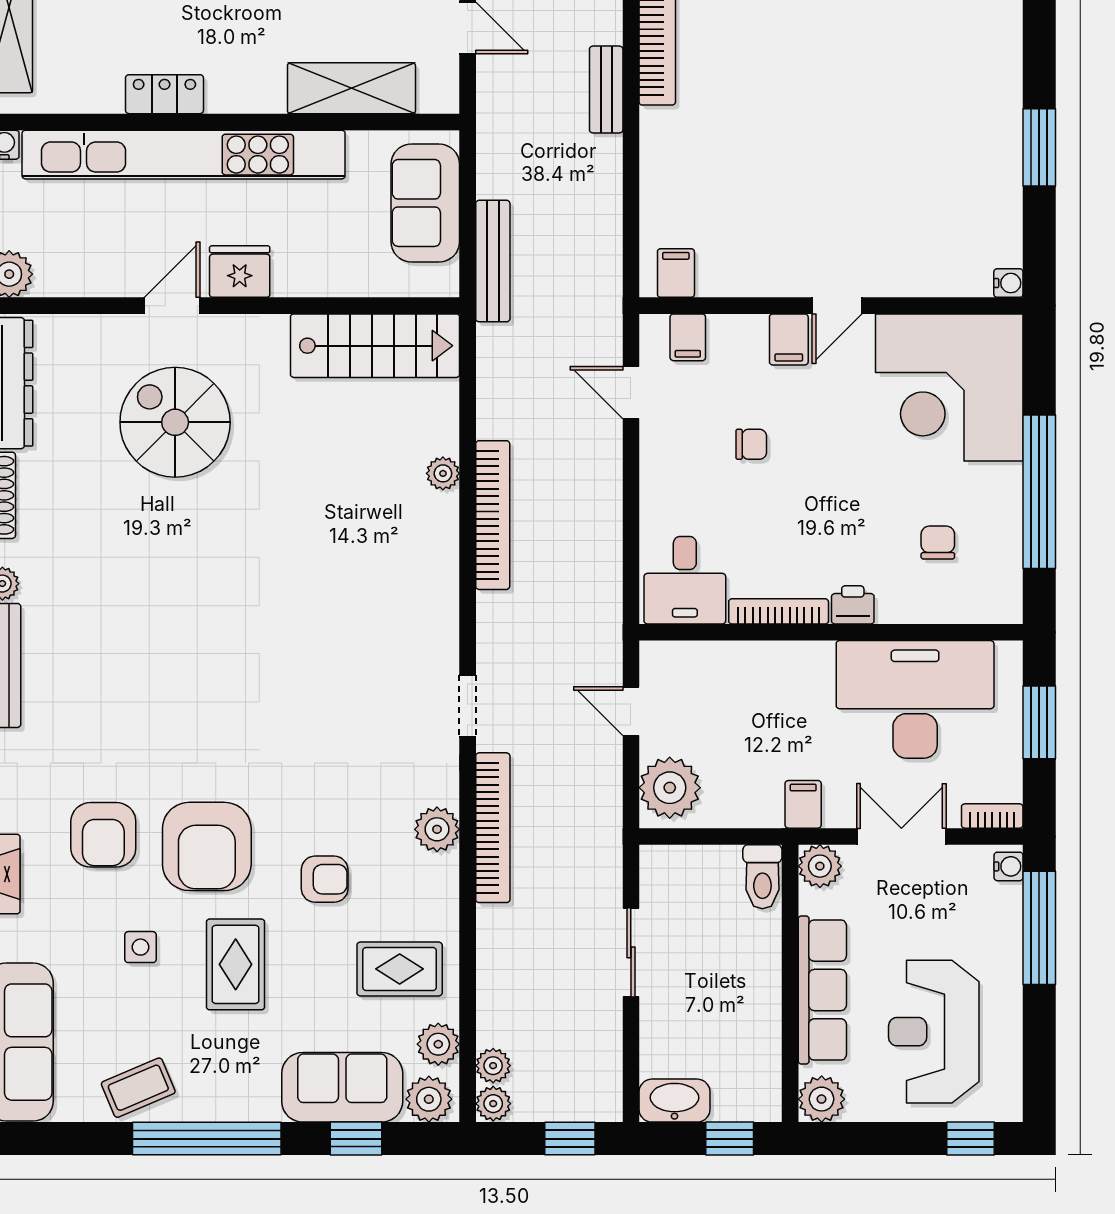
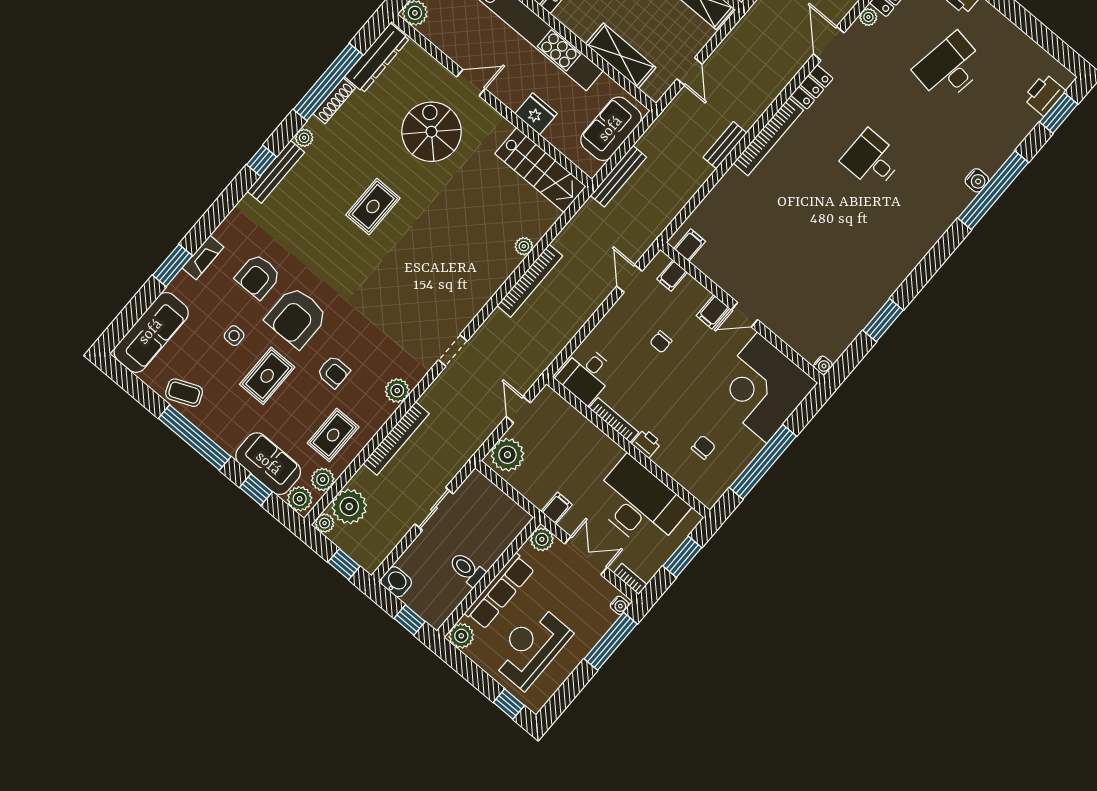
fridge: (240, 272) -> (536, 114), moved
chair: (751, 444) -> (661, 342), turned 90
rug: (182, 598) -> (373, 206), added
bookcase: (493, 828) -> (396, 438), moved
toilet: (762, 877) -> (467, 569), moved, turned 90
rug: (400, 969) -> (333, 435), turned 90
plant: (493, 1066) -> (349, 506), width x1.88, depth x1.88
washbasin: (674, 1101) -> (396, 582), width x0.72

